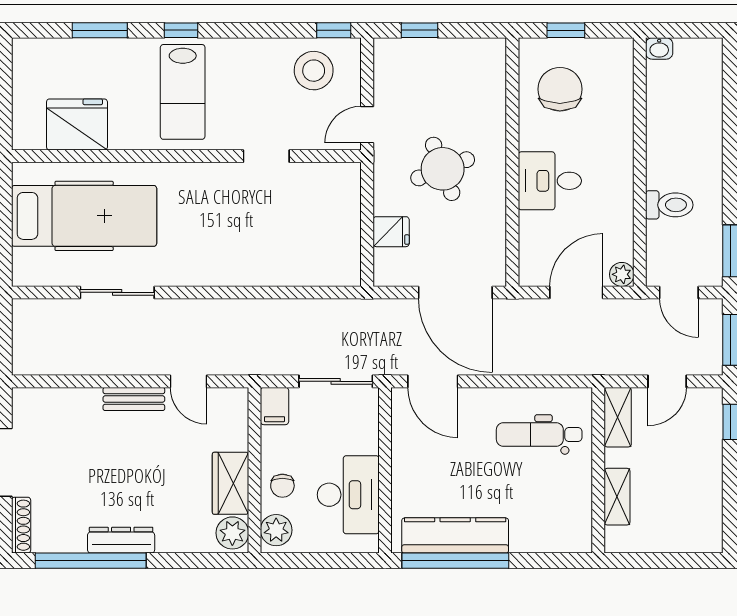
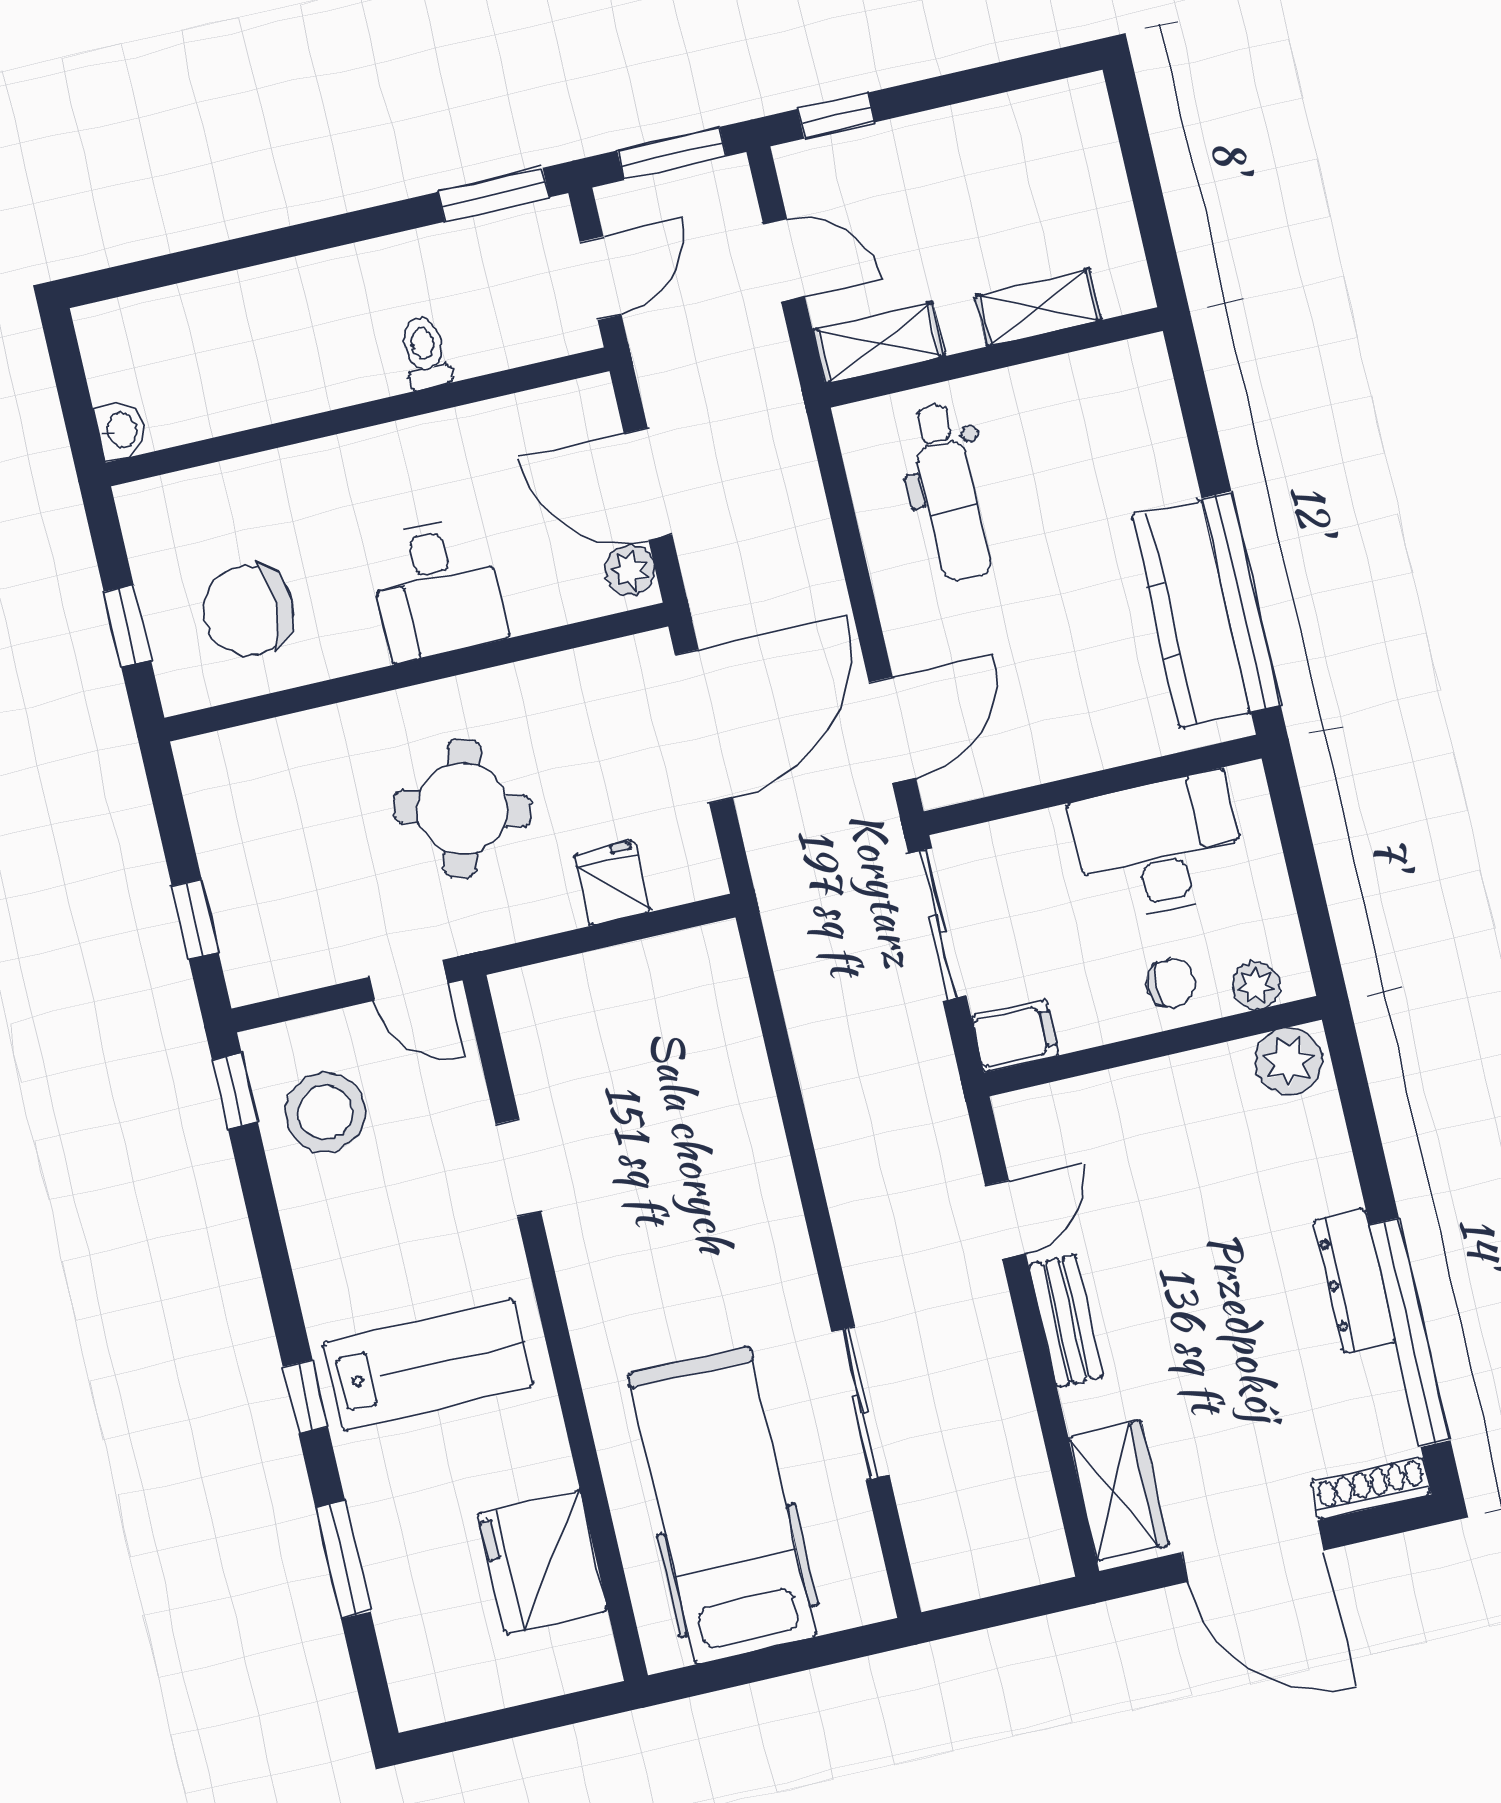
round table: (443, 169) -> (462, 809), turned 36
toilet: (669, 205) -> (425, 353), width x0.73, depth x0.72
plant: (622, 274) -> (630, 570), moved
wardrobe: (231, 483) -> (1119, 1491), moved, turned -90
plant: (276, 530) -> (1256, 986), width x0.73, depth x0.73

